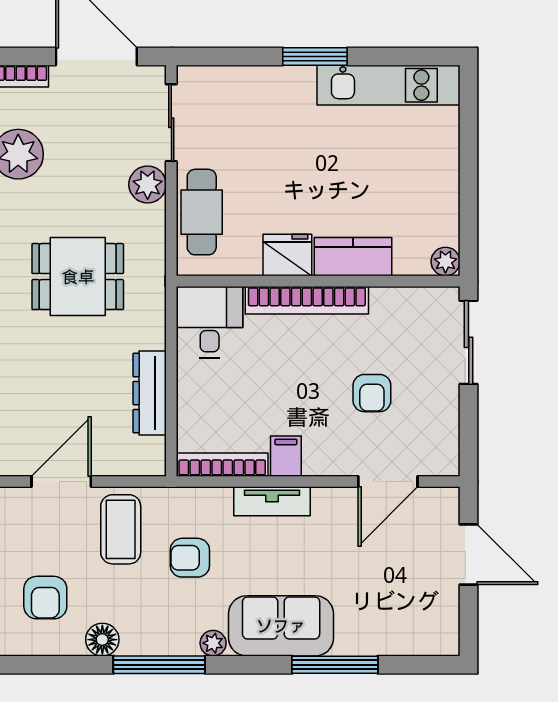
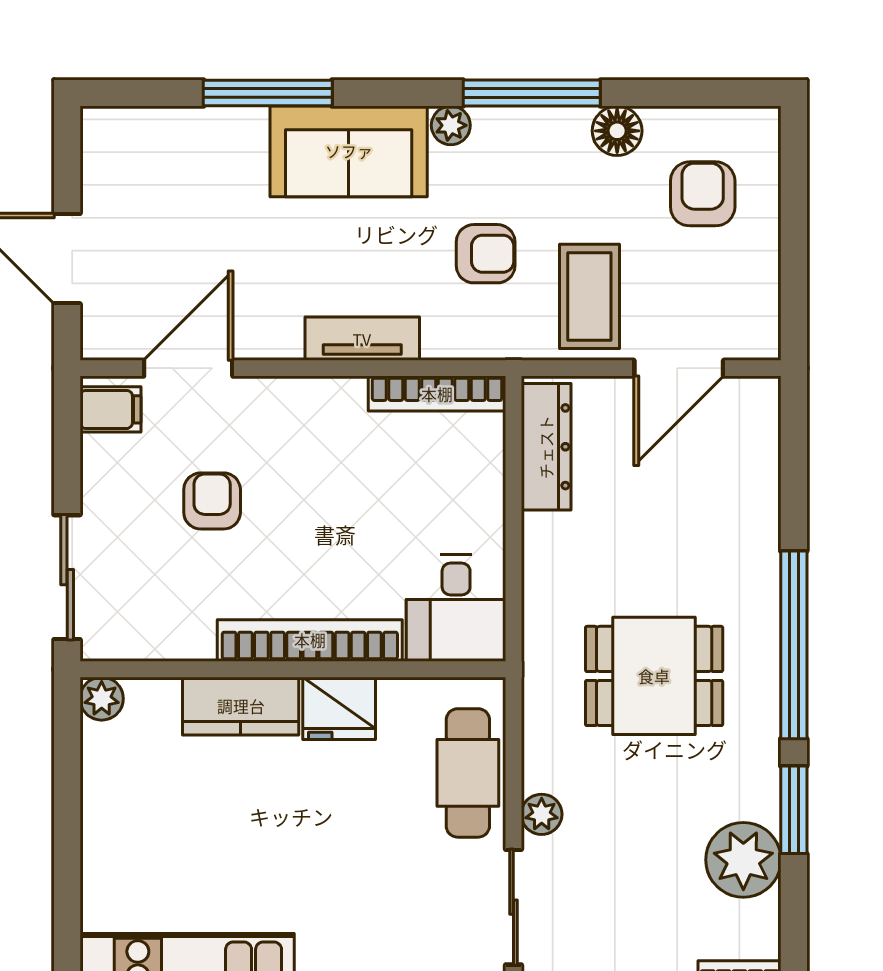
plant: (148, 185) -> (542, 814), width x0.73, depth x0.73
dresser: (150, 393) -> (546, 447), moved
filing cabinet: (286, 456) -> (110, 409), moved, turned -90

